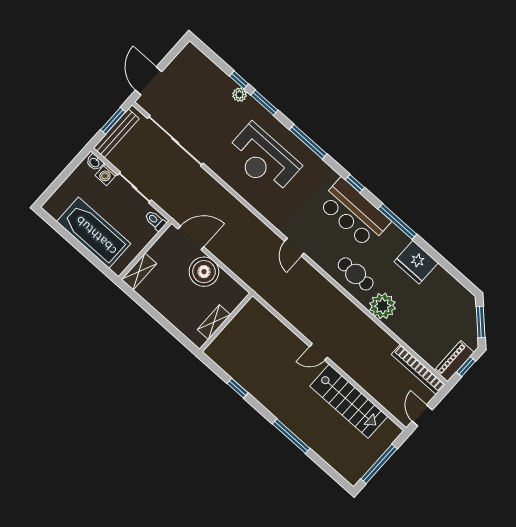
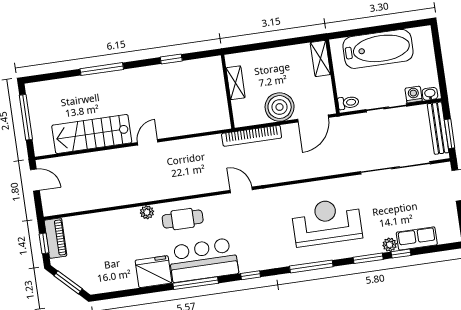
row of seats: (217, 77) -> (417, 238), added
bar counter: (354, 213) -> (203, 260), moved
plant: (383, 306) -> (147, 212), width x0.53, depth x0.53
bookcase: (418, 369) -> (252, 136), moved, turned 180

